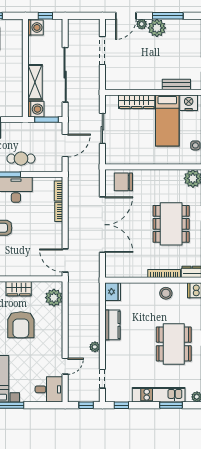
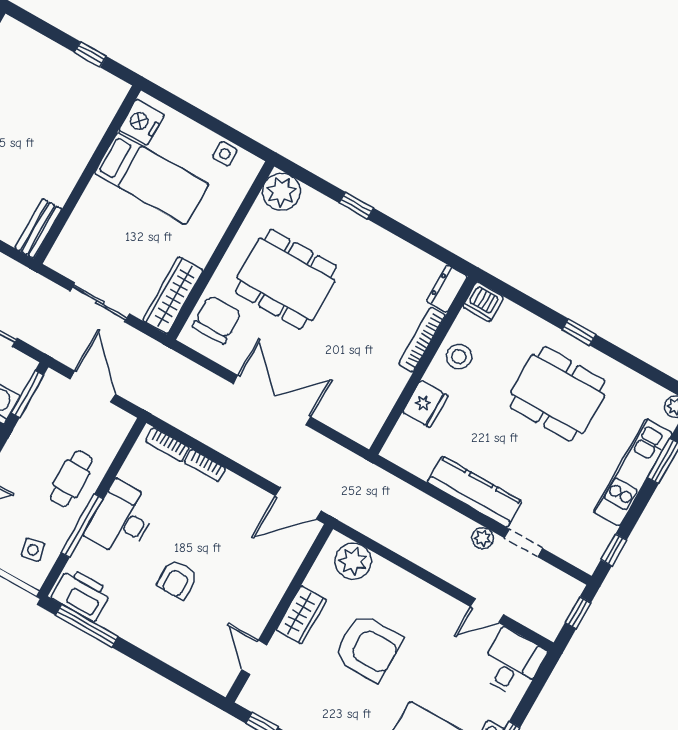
bench: (176, 84) -> (38, 228), moved
wardrobe: (137, 102) -> (173, 295), moved, turned 180
chair: (123, 182) -> (217, 320), turned 180
dining table: (171, 224) -> (286, 279), moved
double door: (102, 225) -> (272, 400), width x0.73
fridge: (113, 292) -> (425, 404), moved, turned 90
kitchen counter: (112, 325) -> (475, 492), width x1.50
door: (65, 366) -> (487, 611), swing flipped
doorway: (102, 379) -> (523, 543), moved

